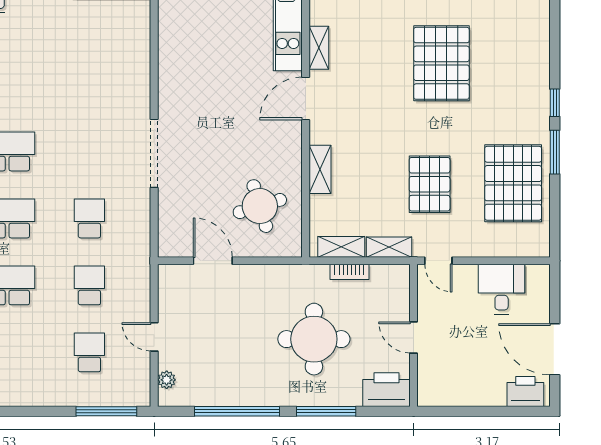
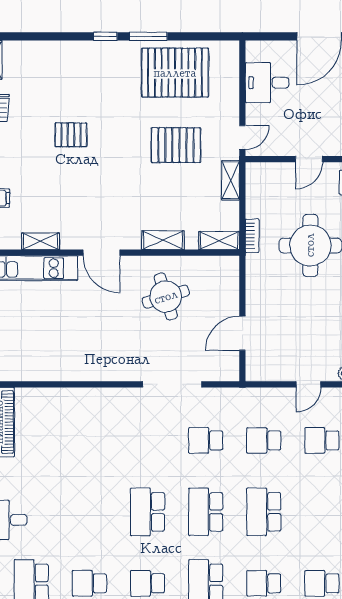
shelving: (319, 48) -> (41, 241), moved
pallet: (441, 63) -> (71, 135), width x0.49, depth x0.50
doorway: (154, 153) -> (172, 384), moved
round table: (260, 206) -> (166, 297), moved
shelving: (341, 247) -> (219, 241), moved, turned 90
bookcase: (349, 272) -> (252, 236), moved

